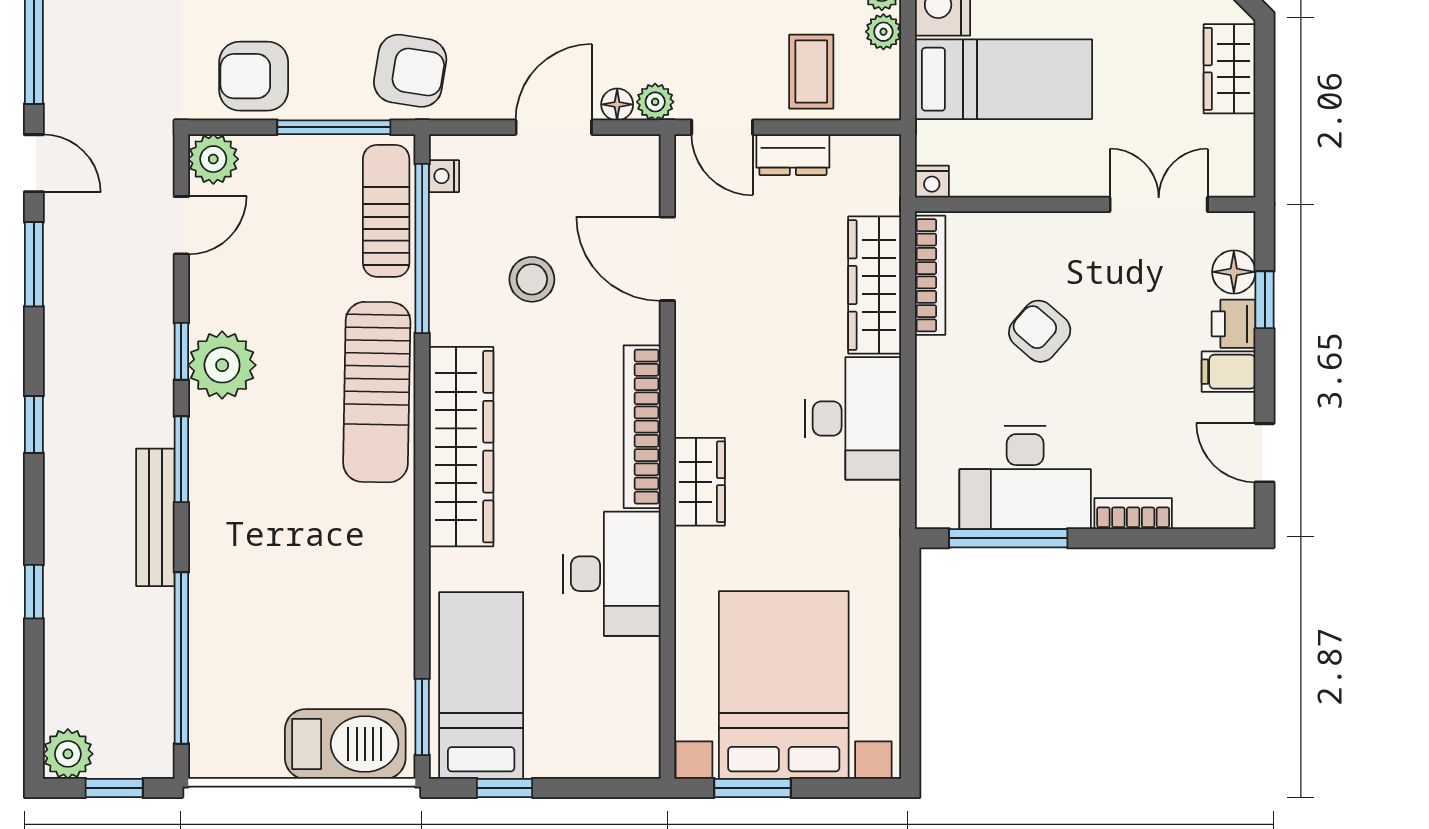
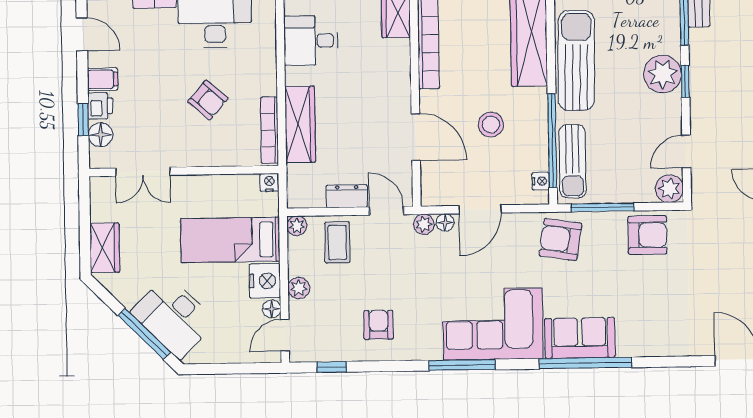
plant: (883, 32) -> (297, 226), moved
desk: (853, 418) -> (311, 41), width x0.73

